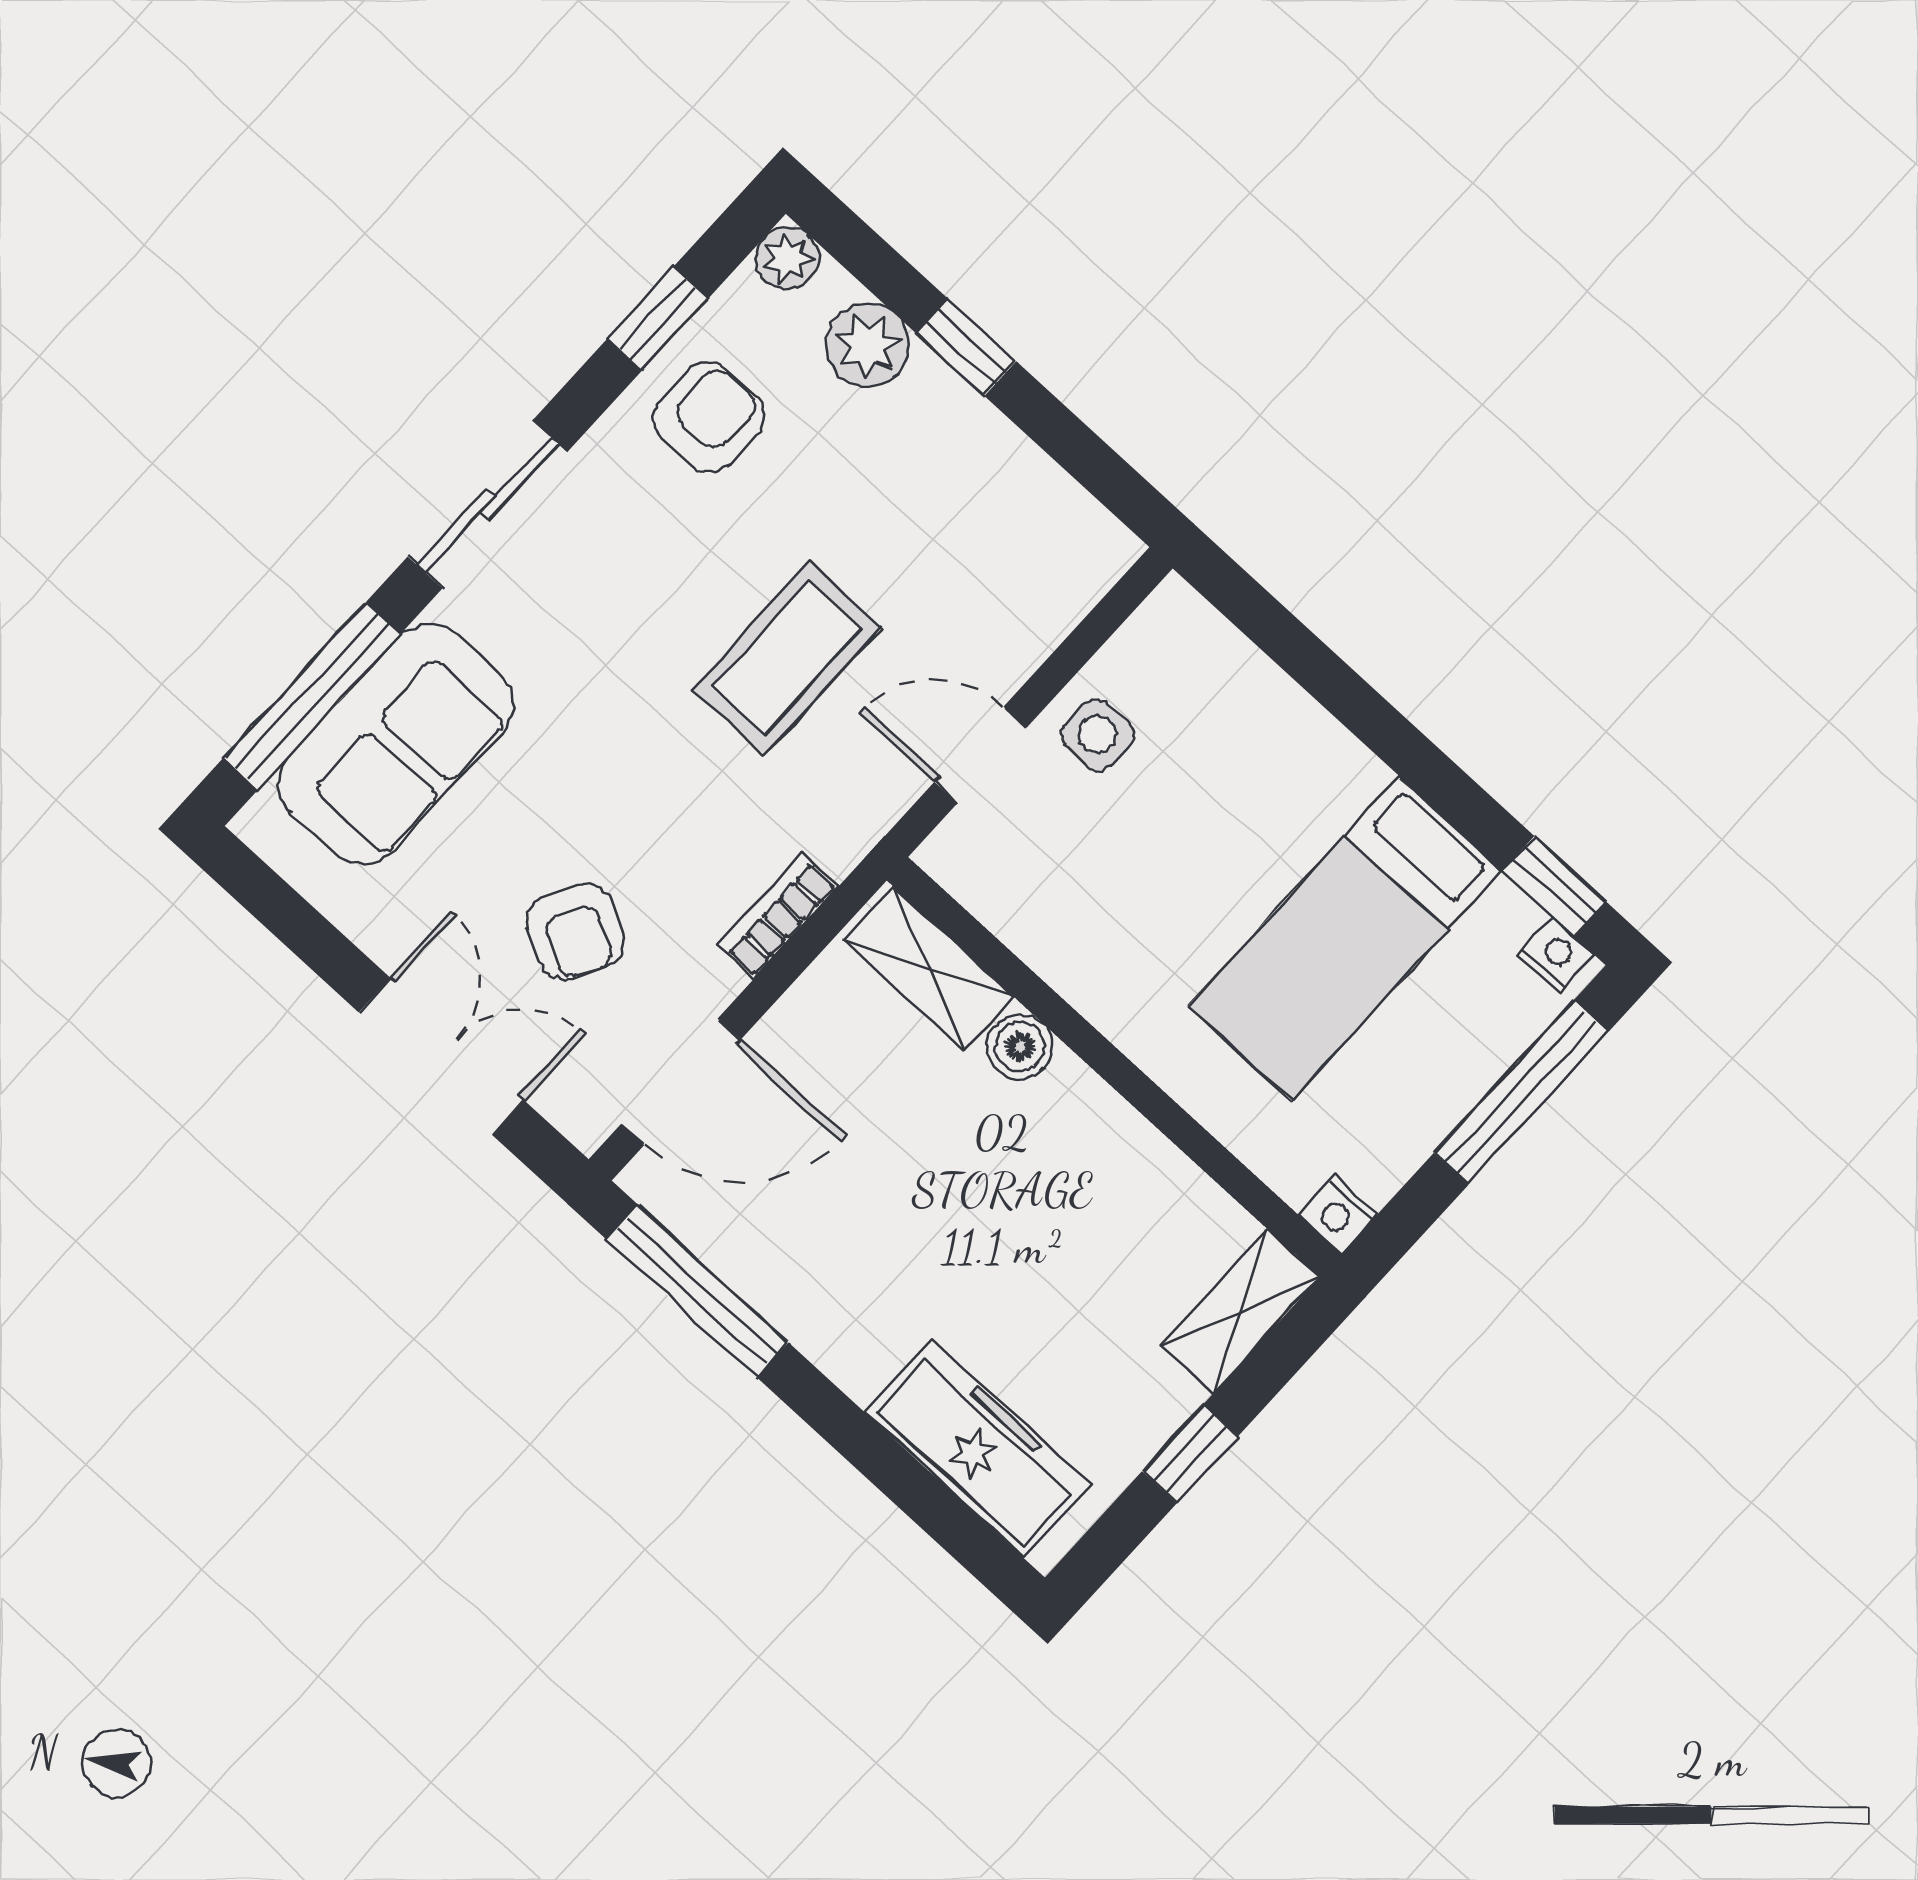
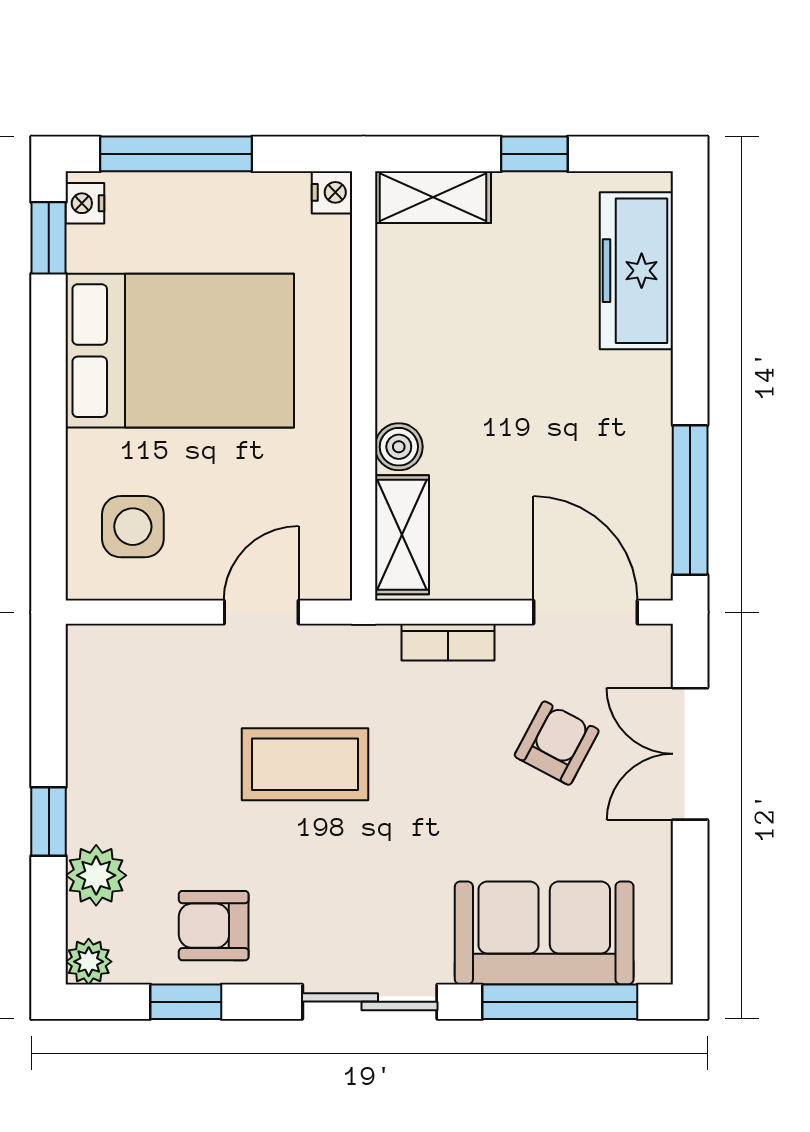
side table: (1097, 735) -> (133, 527), moved, width x1.37, depth x1.37
door: (981, 755) -> (261, 612), swing flipped
bed: (1345, 938) -> (180, 351), width x1.50

